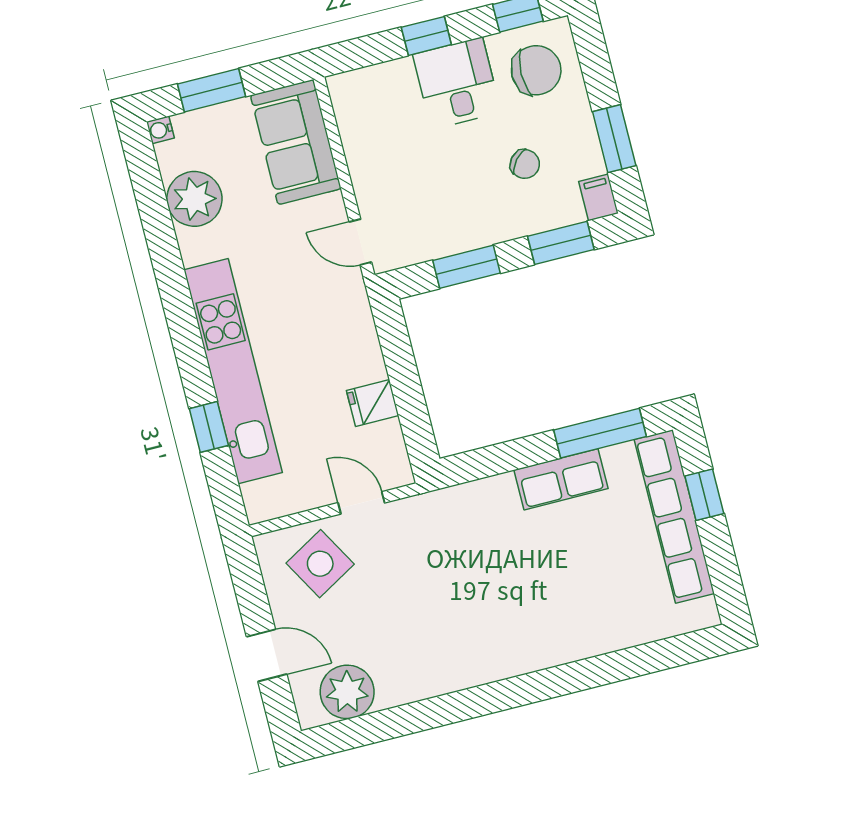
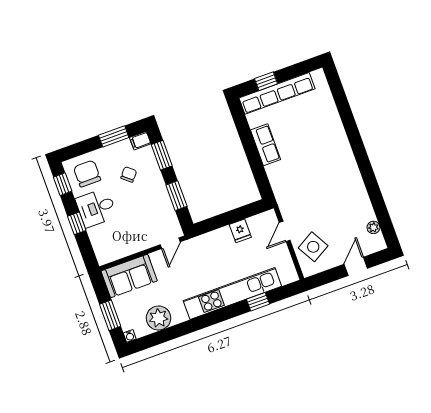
window: (600, 433) -> (244, 130), removed
plant: (347, 692) -> (373, 227), width x0.53, depth x0.53

